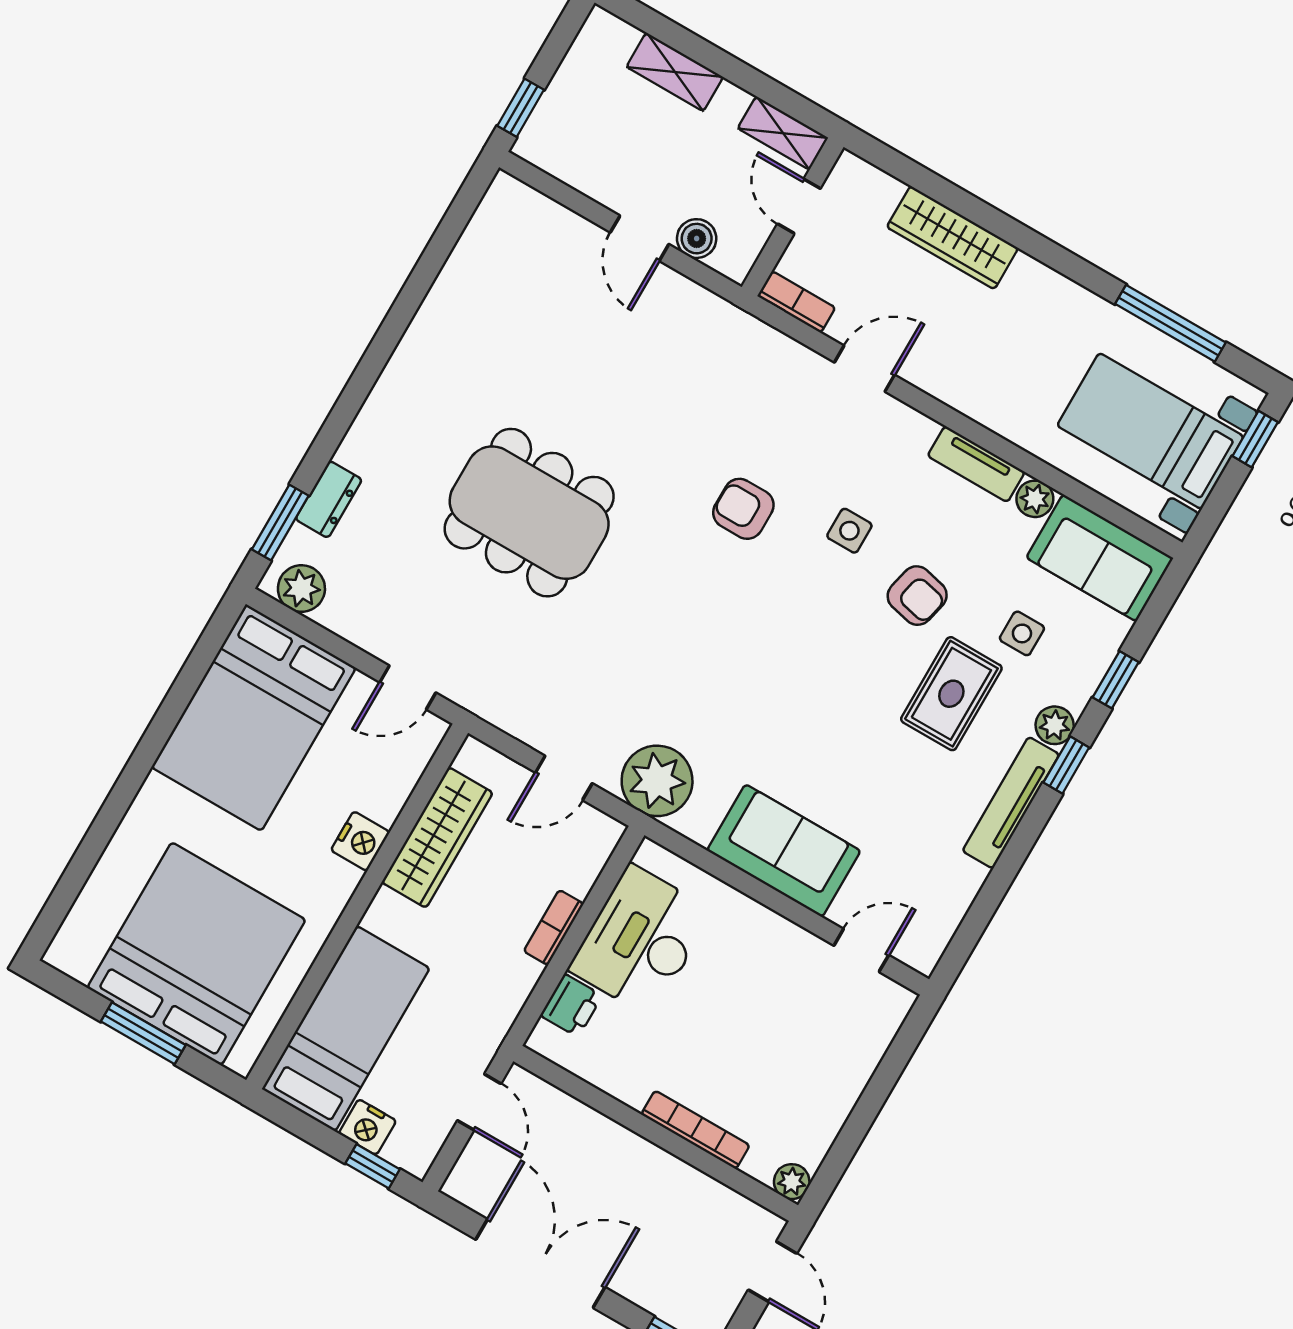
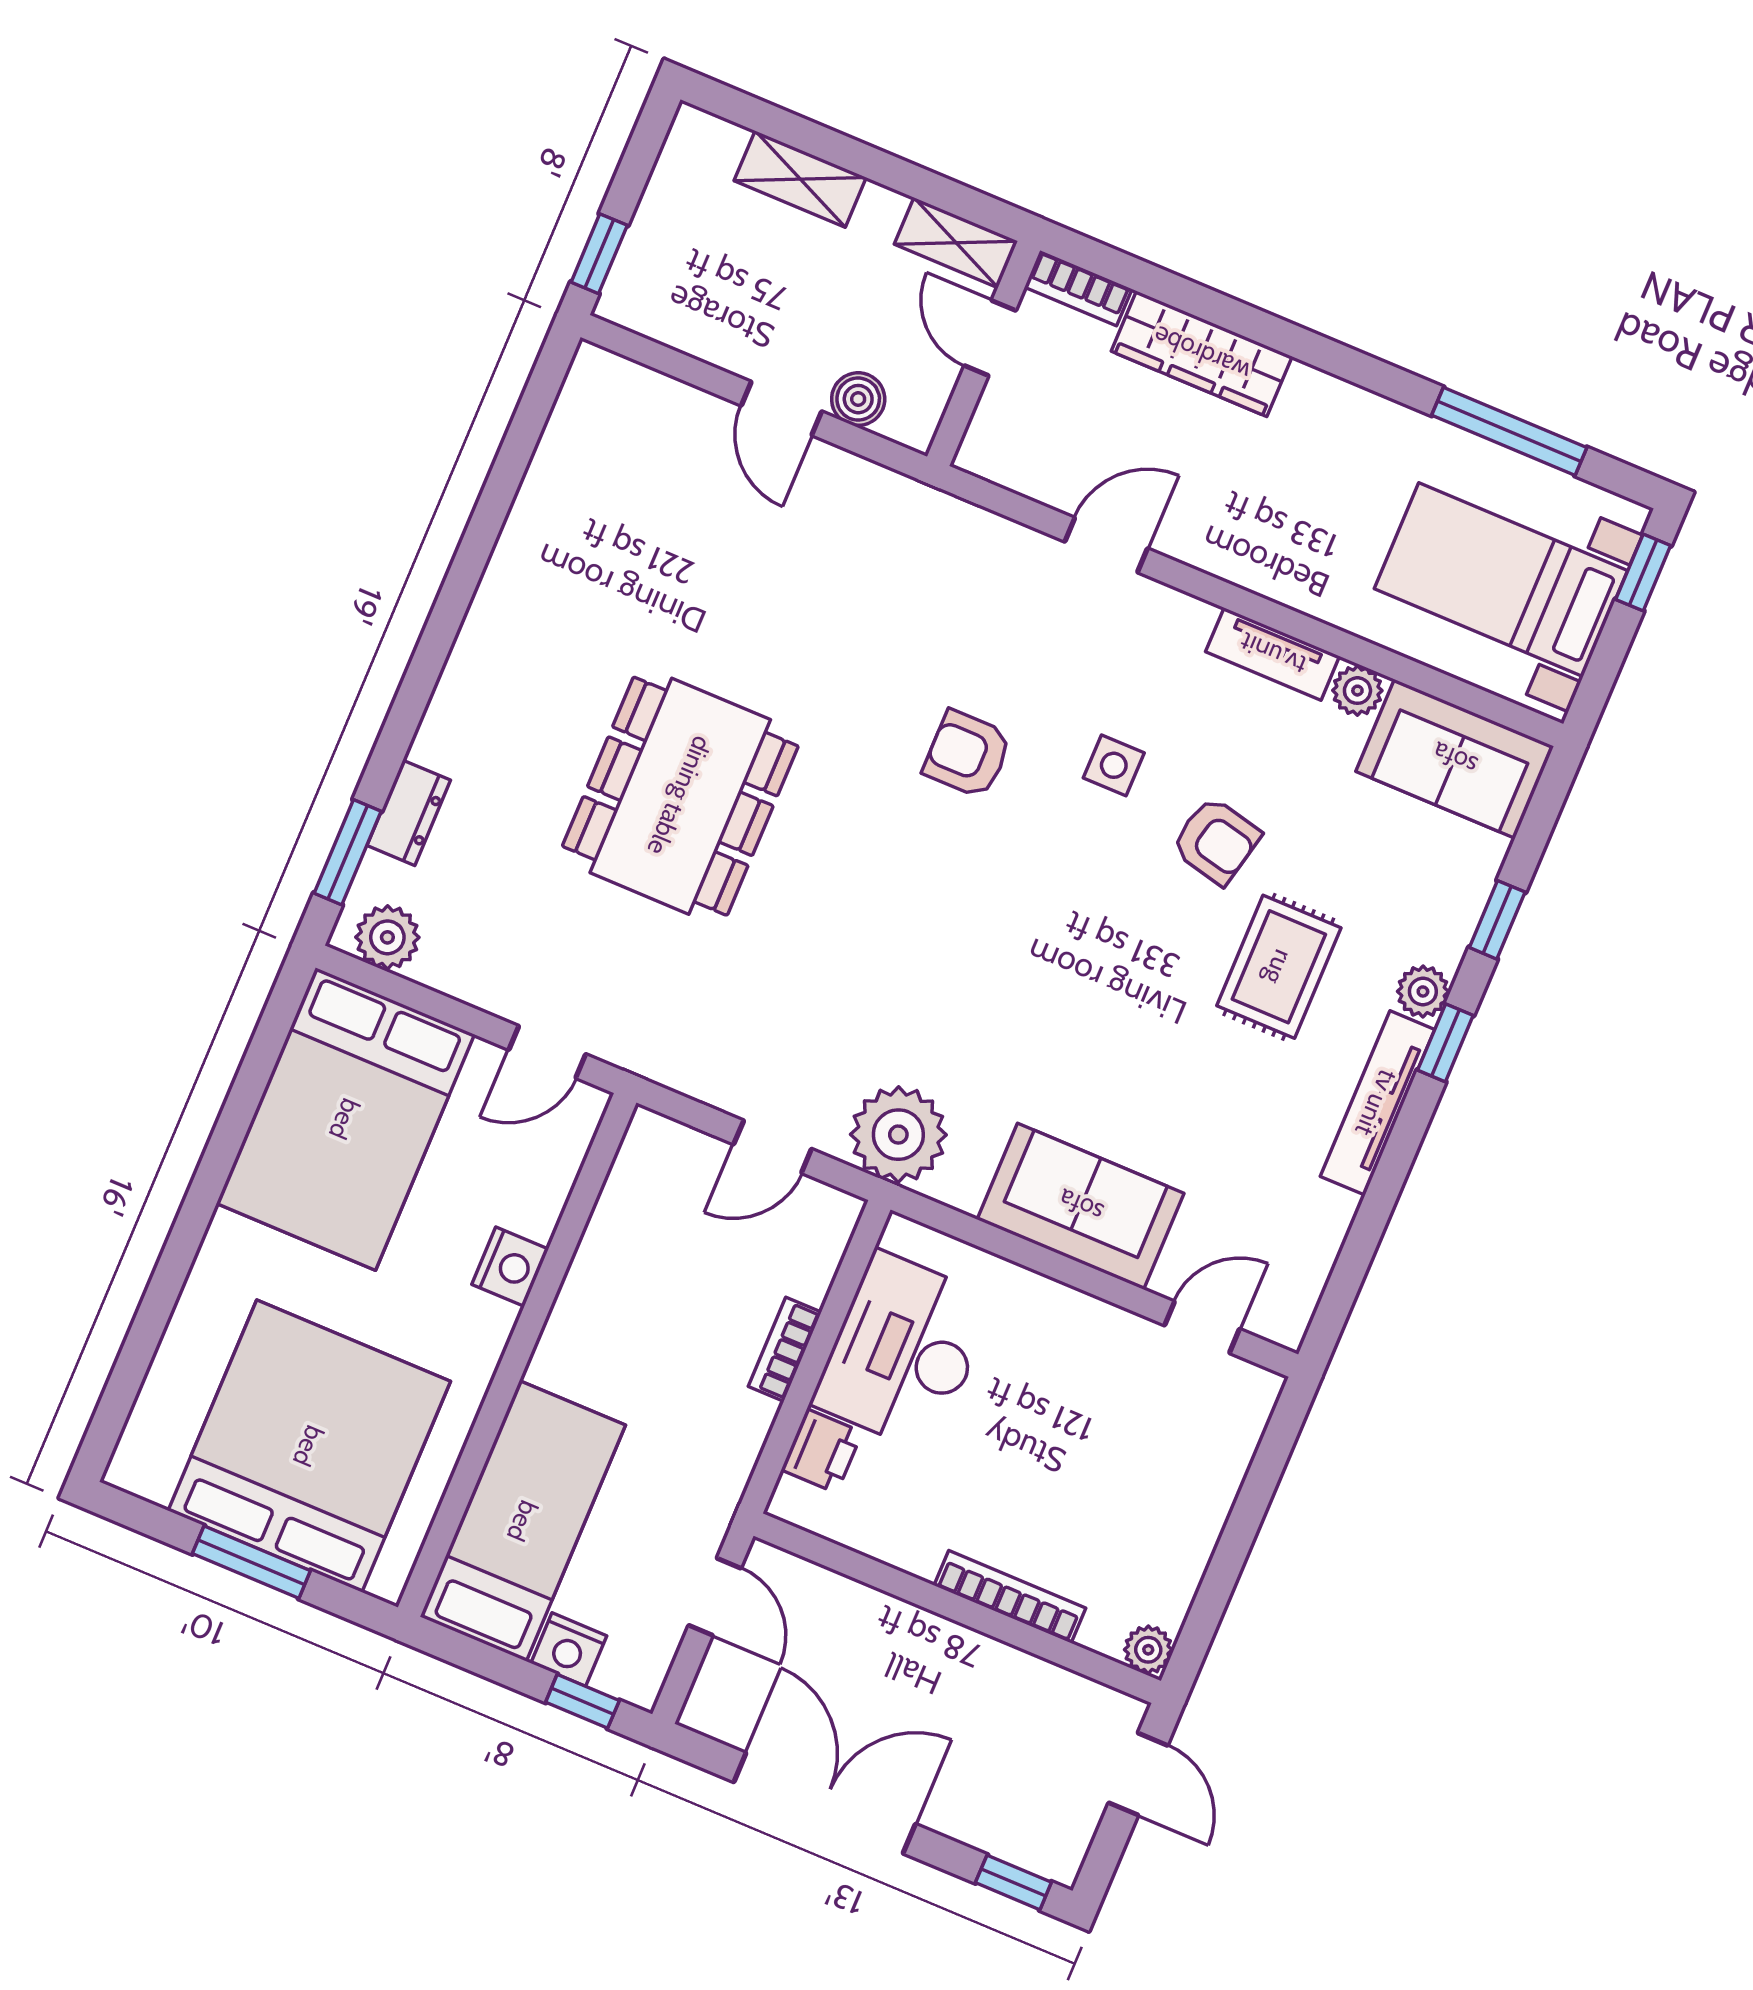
bookcase: (796, 302) -> (1078, 288), moved, turned 180
dining table: (529, 513) -> (680, 796), turned 90
side table: (1022, 633) -> (1363, 874), removed
wardrobe: (437, 837) -> (613, 1248), removed

